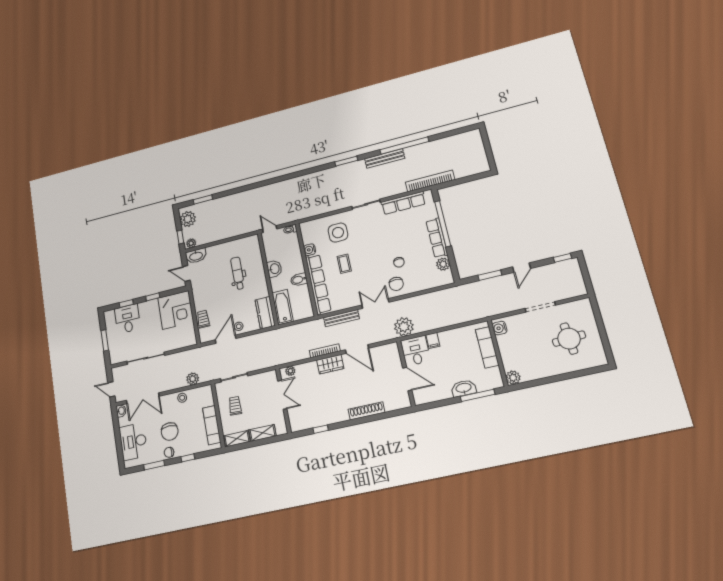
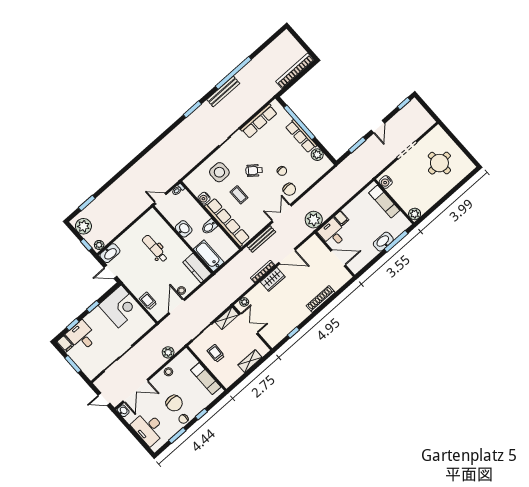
bookcase: (430, 181) -> (295, 71), moved
wheelchair: (372, 248) -> (254, 170), added
filing cabinet: (109, 318) -> (65, 344), added
shelving: (237, 439) -> (227, 318), moved

